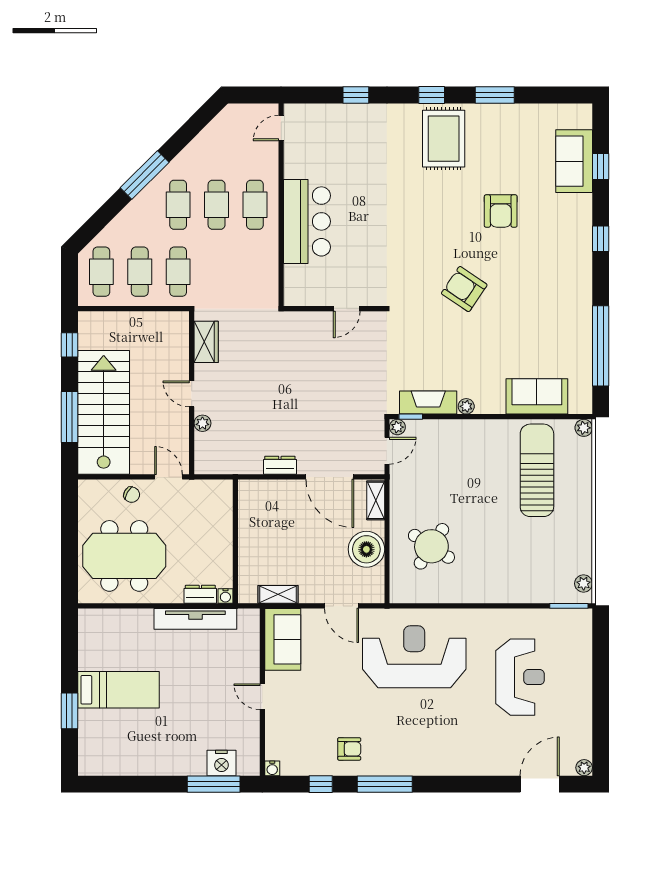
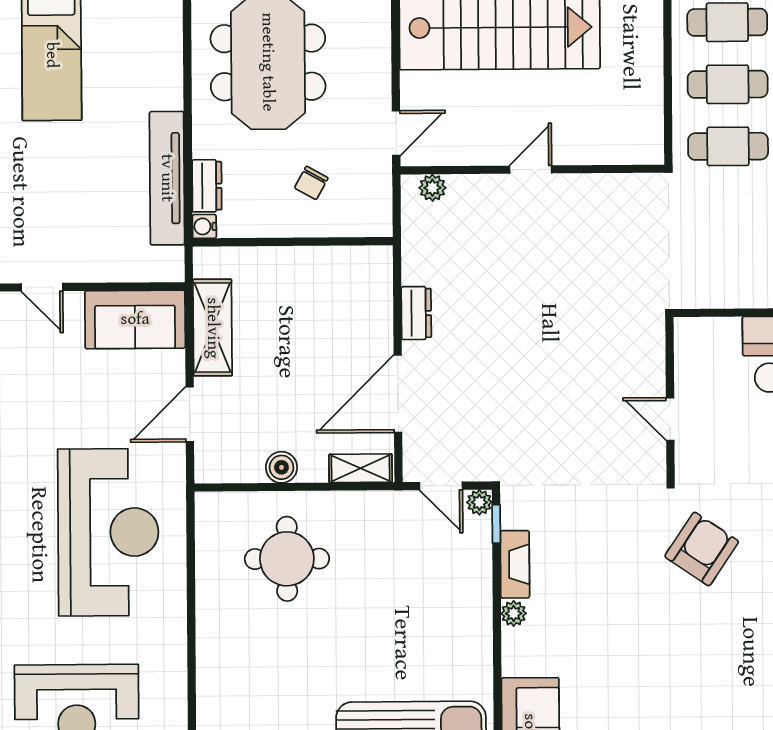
armchair: (464, 289) -> (702, 549), moved
wardrobe: (206, 342) -> (615, 192), removed
fireplace: (428, 402) -> (515, 564), width x0.73, depth x0.76
plant: (202, 423) -> (432, 188), moved
chair: (132, 495) -> (311, 183), moved
round table: (431, 546) -> (287, 559), turned -33
boiler: (366, 549) -> (281, 467), width x0.54, depth x0.54
shelving: (278, 594) -> (213, 328), width x1.50, depth x1.33
door: (262, 697) -> (42, 287), swing flipped

